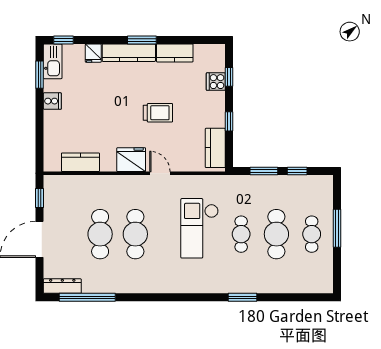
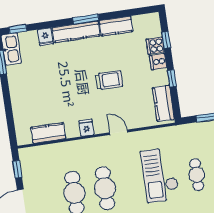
cooker: (52, 101) -> (158, 62), moved, turned 180
fridge: (131, 160) -> (86, 128), width x0.53, depth x0.75

